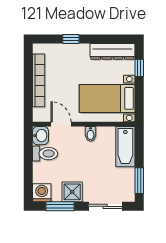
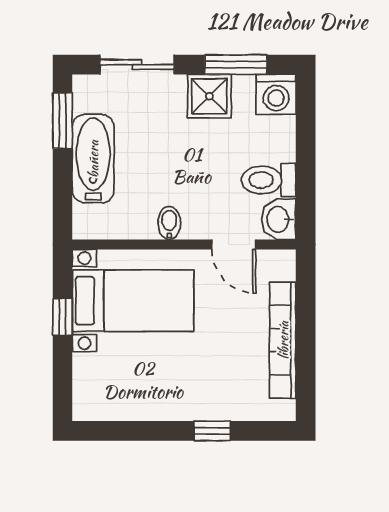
dresser: (112, 51) -> (121, 404), removed
window: (139, 68) -> (63, 317), moved
bathtub: (125, 147) -> (93, 159), moved

